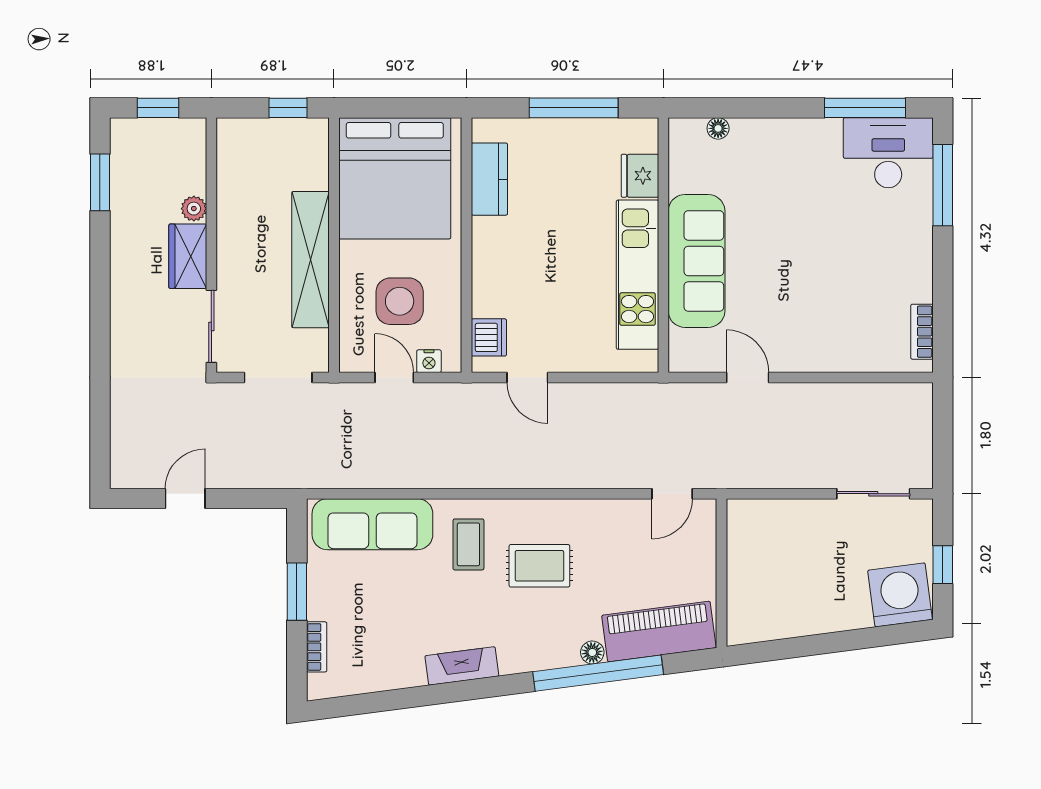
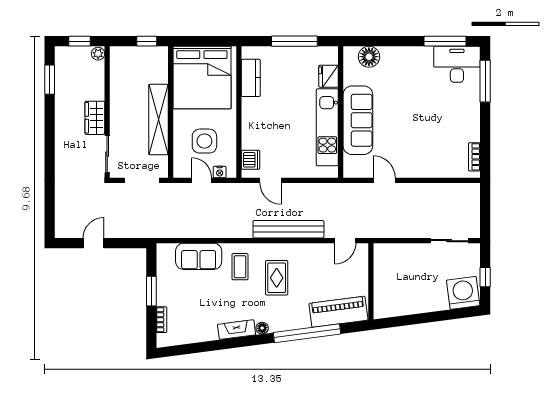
floor lamp: (718, 128) -> (369, 57), width x1.89, depth x1.89
plant: (194, 209) -> (98, 54), moved
bench: (562, 472) -> (288, 229), added
sofa: (372, 524) -> (199, 256), width x0.73
rug: (539, 566) -> (277, 278), turned 90
floor lamp: (592, 652) -> (262, 328), moved

